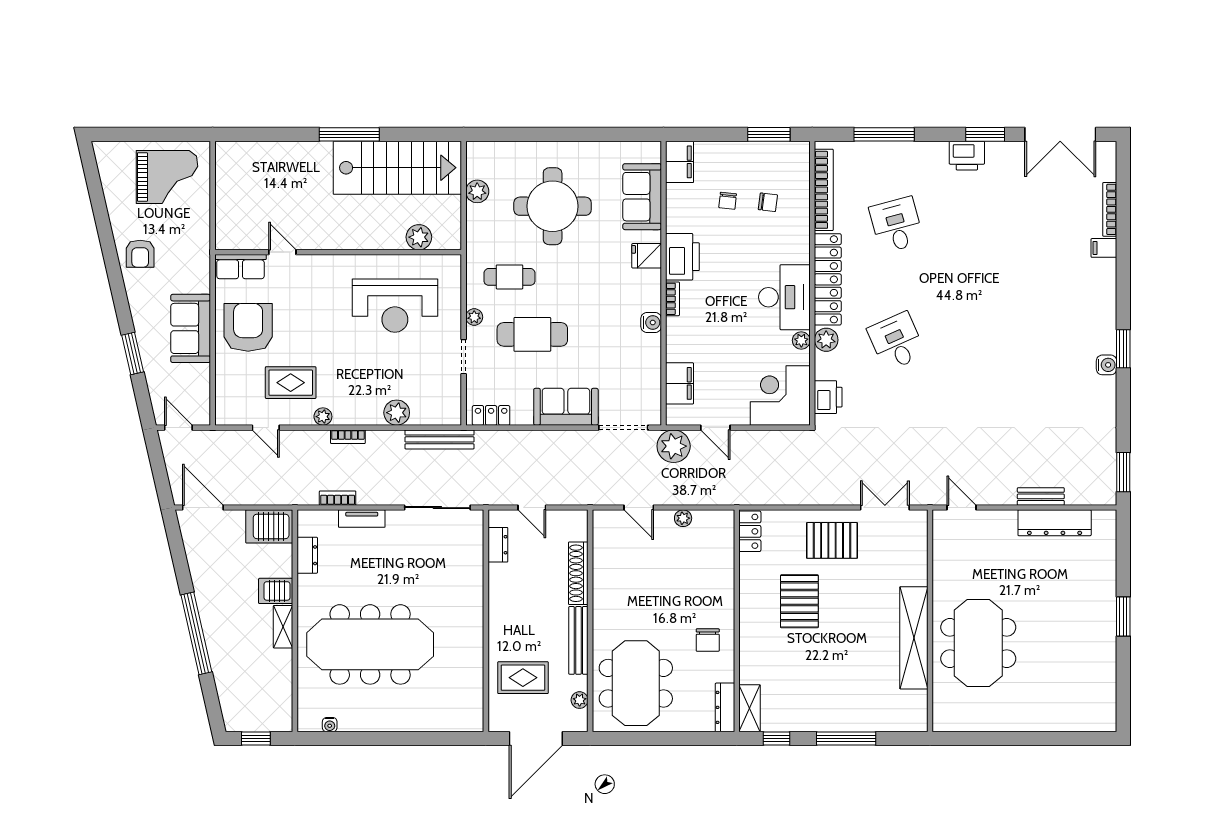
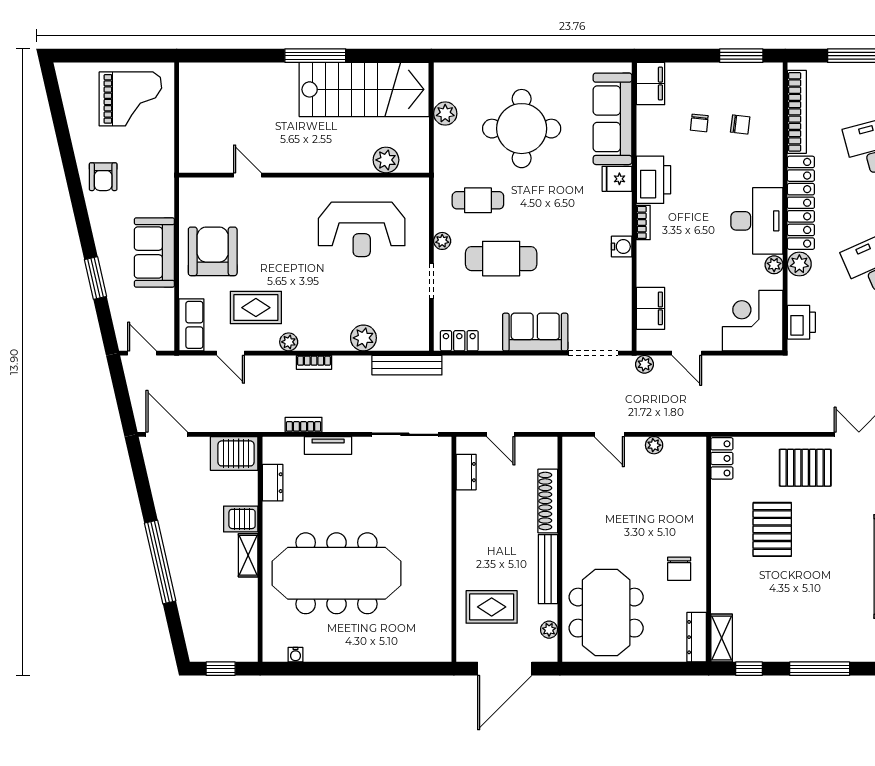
sofa: (642, 197) -> (613, 119), width x1.36
row of seats: (240, 267) -> (191, 325), moved, turned -90
plant: (674, 446) -> (644, 364), width x0.53, depth x0.53

